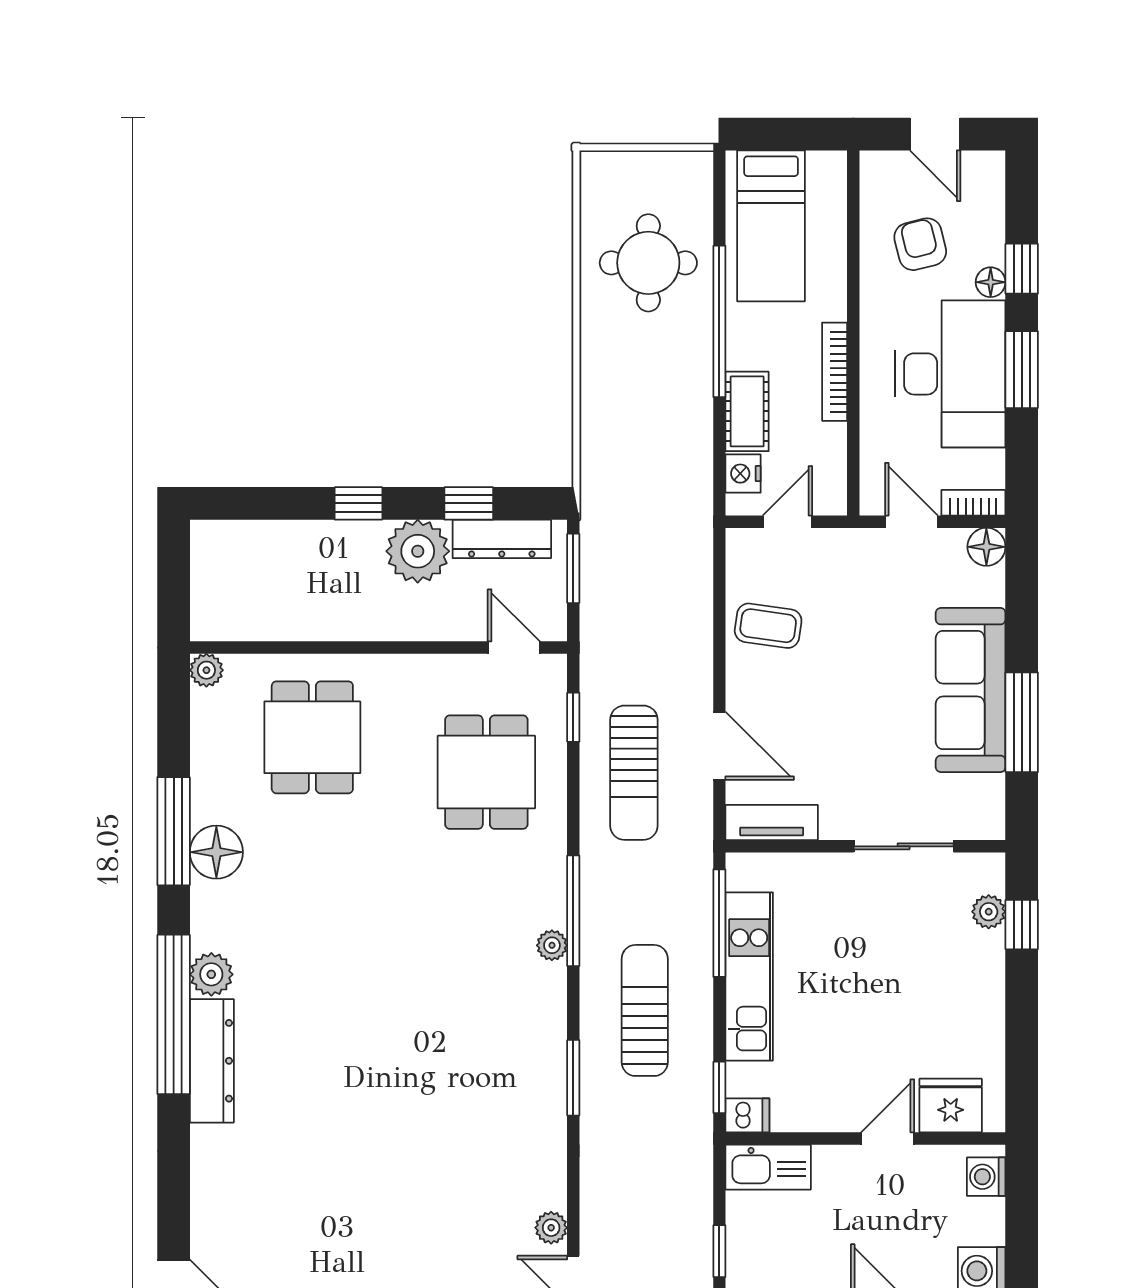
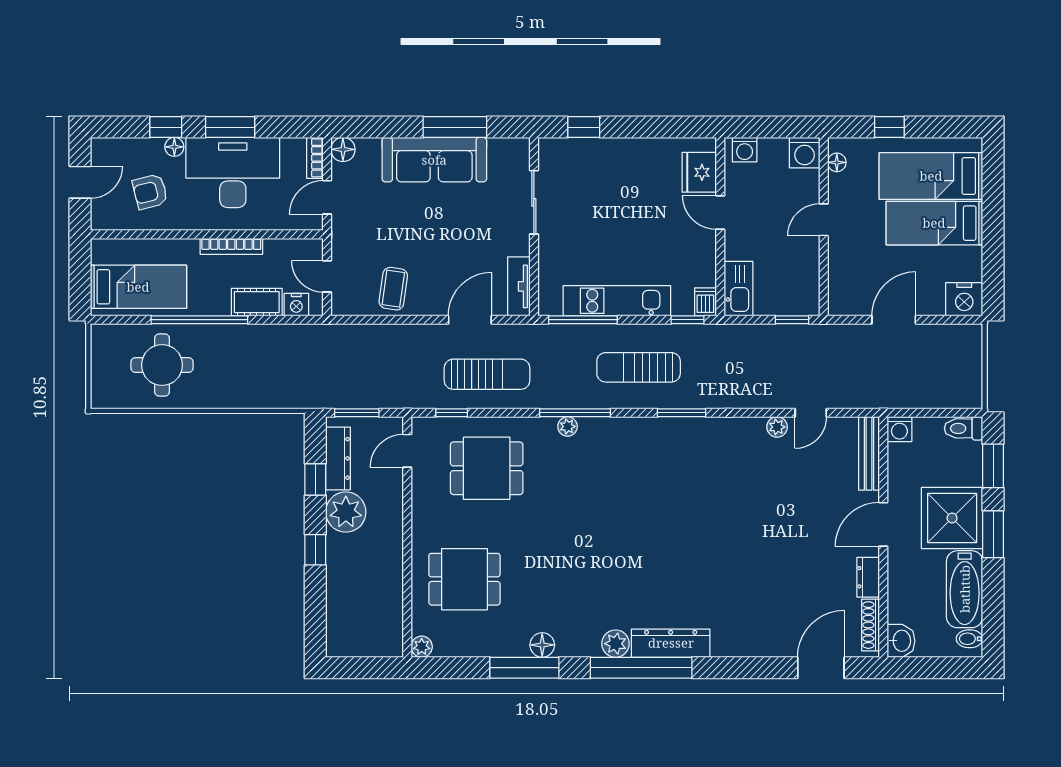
floor lamp: (216, 852) -> (542, 645), width x0.73, depth x0.73
plant: (989, 912) -> (576, 148), removed
plant: (552, 945) -> (568, 426), moved

